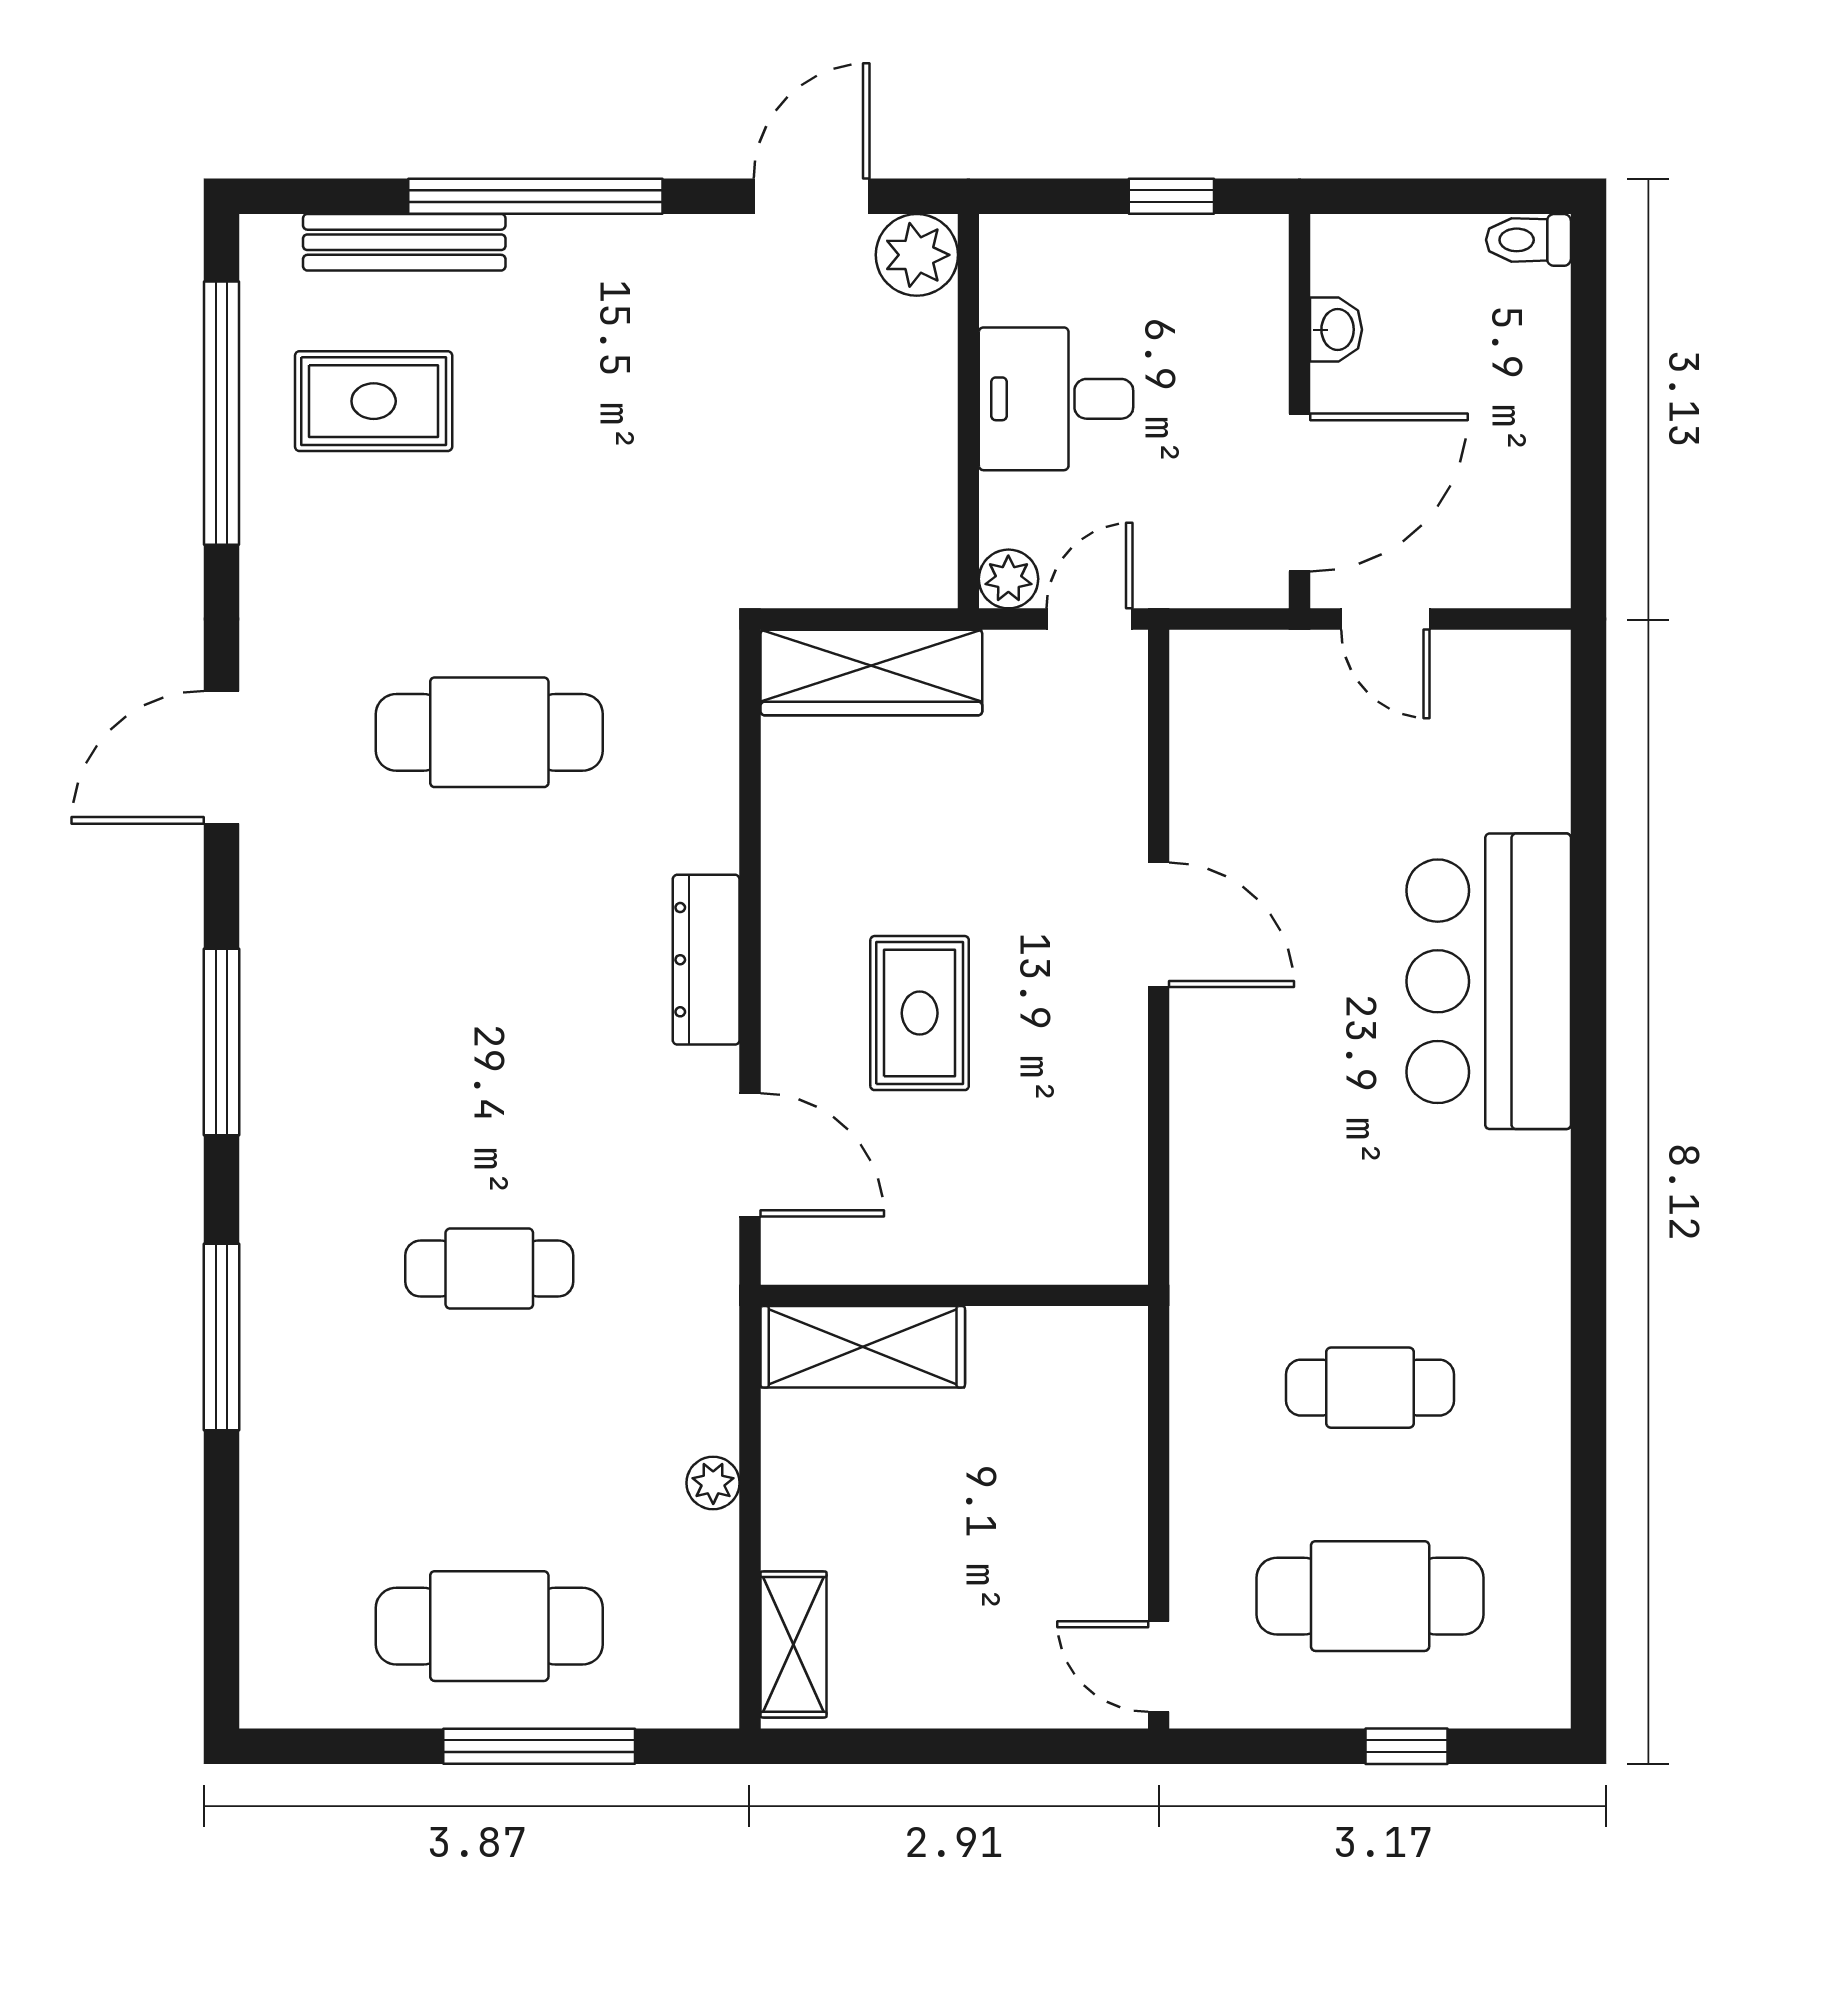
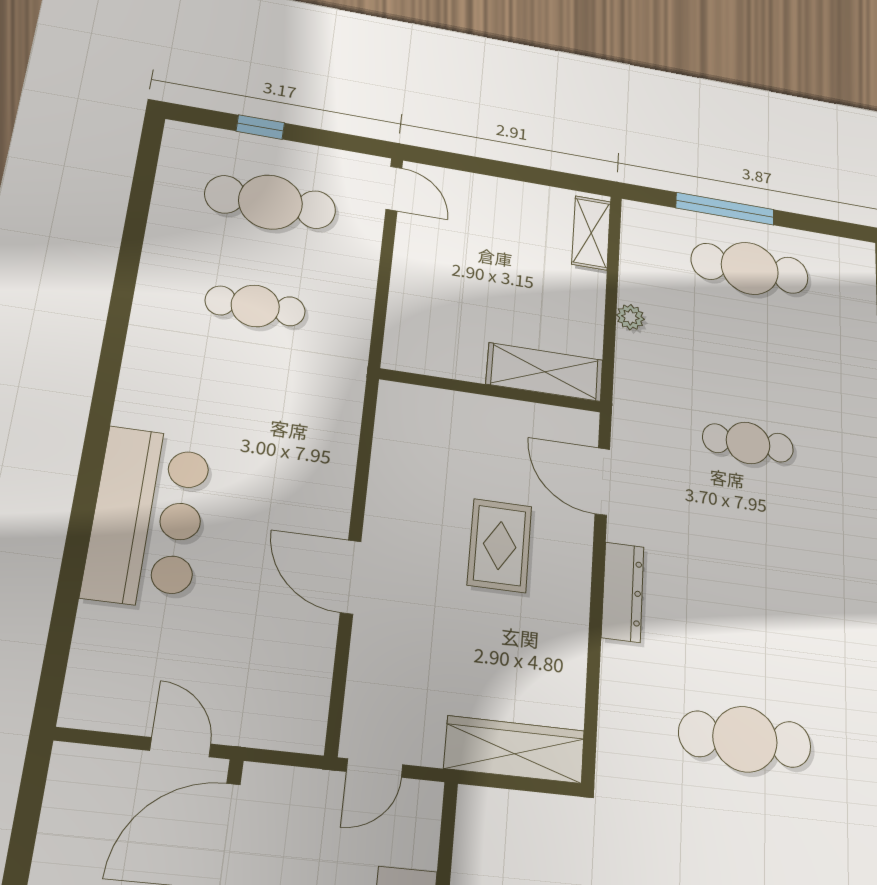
plant: (1008, 579) -> (424, 799), removed

